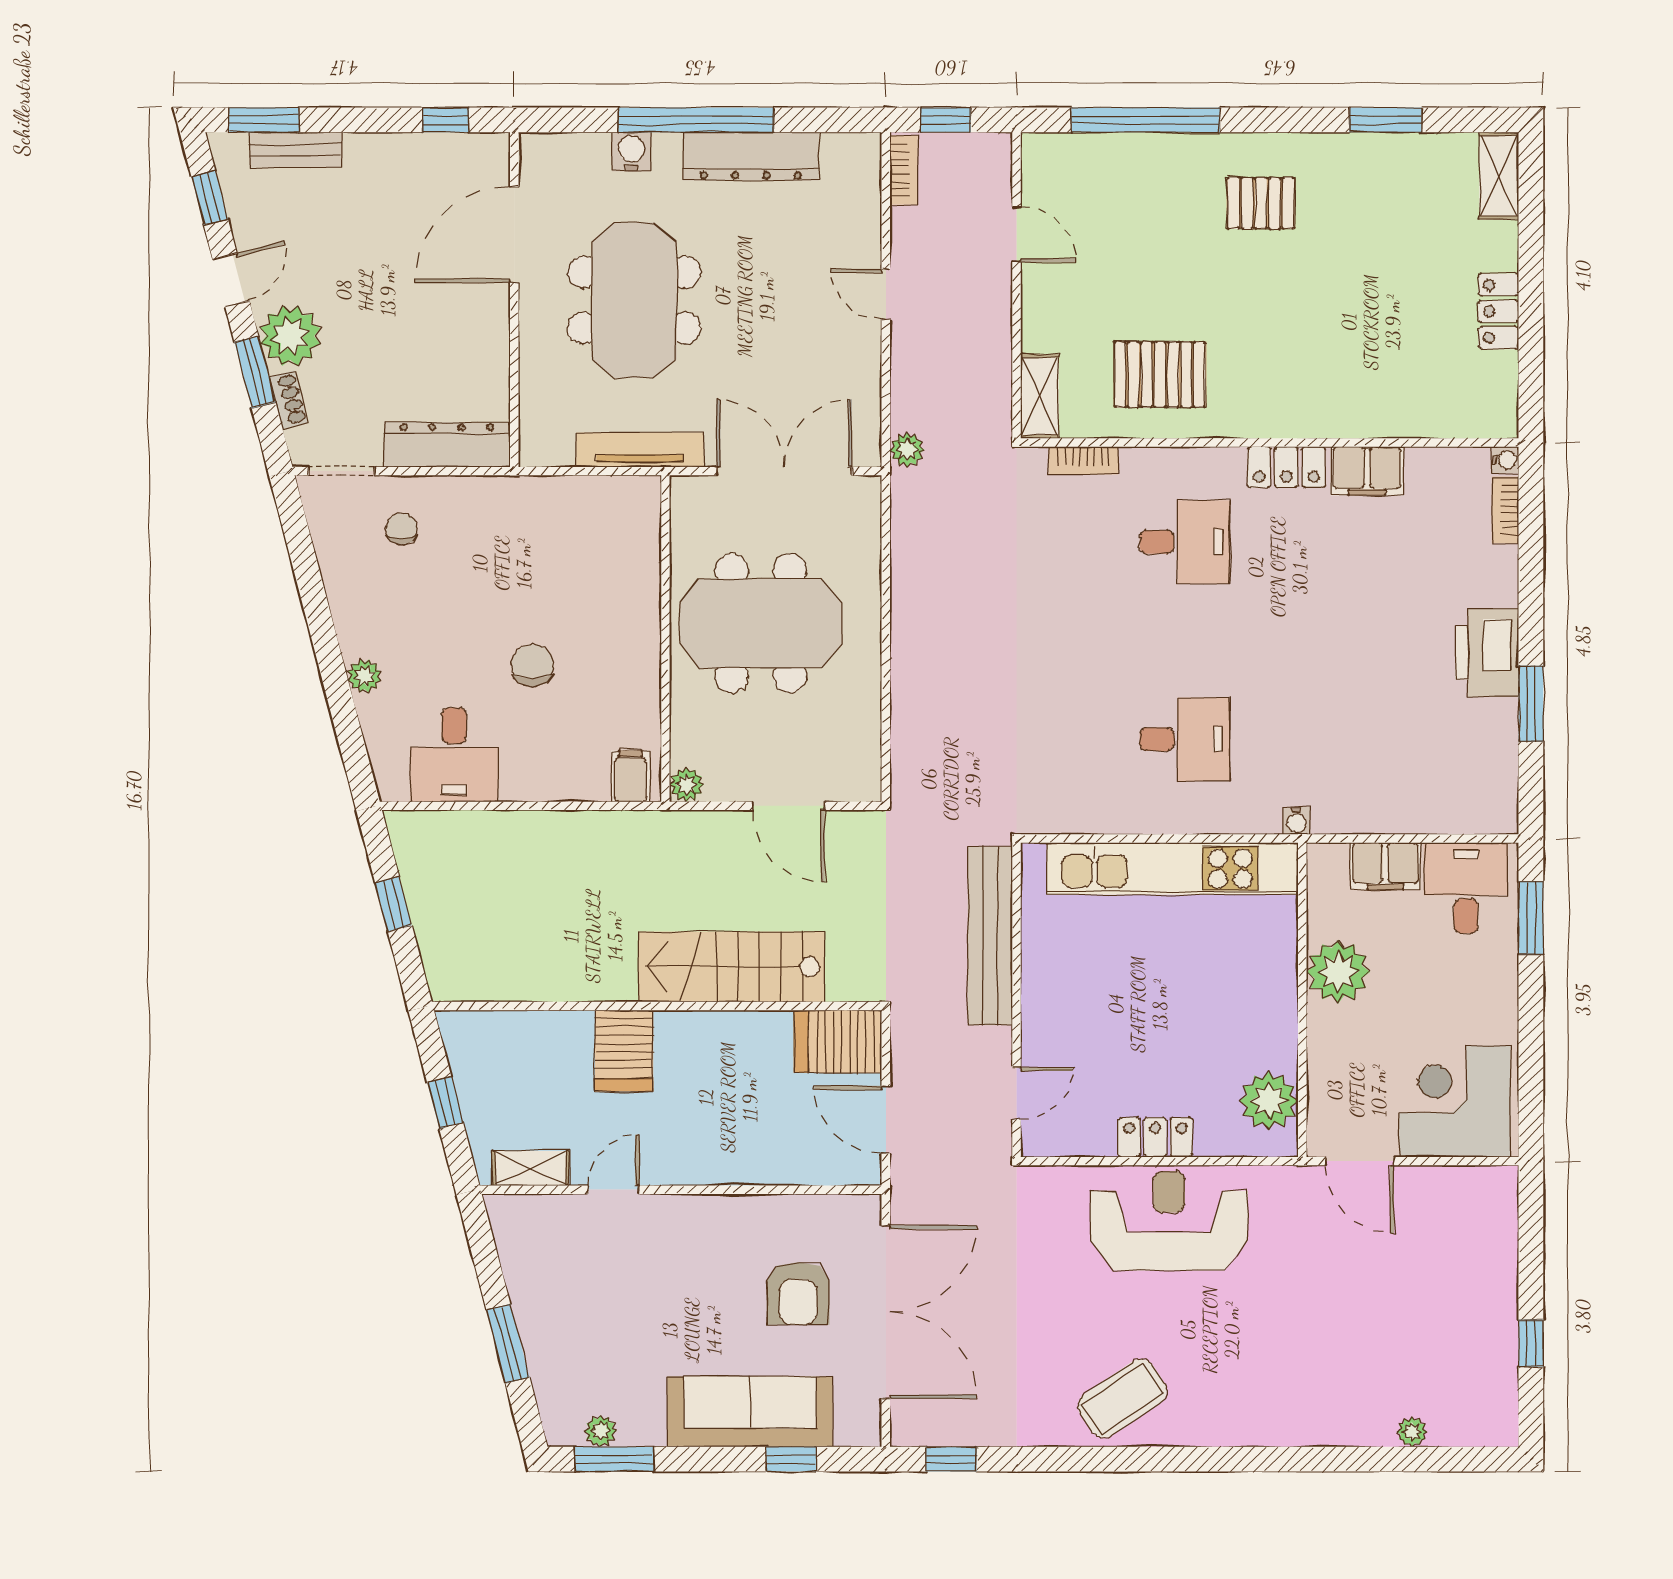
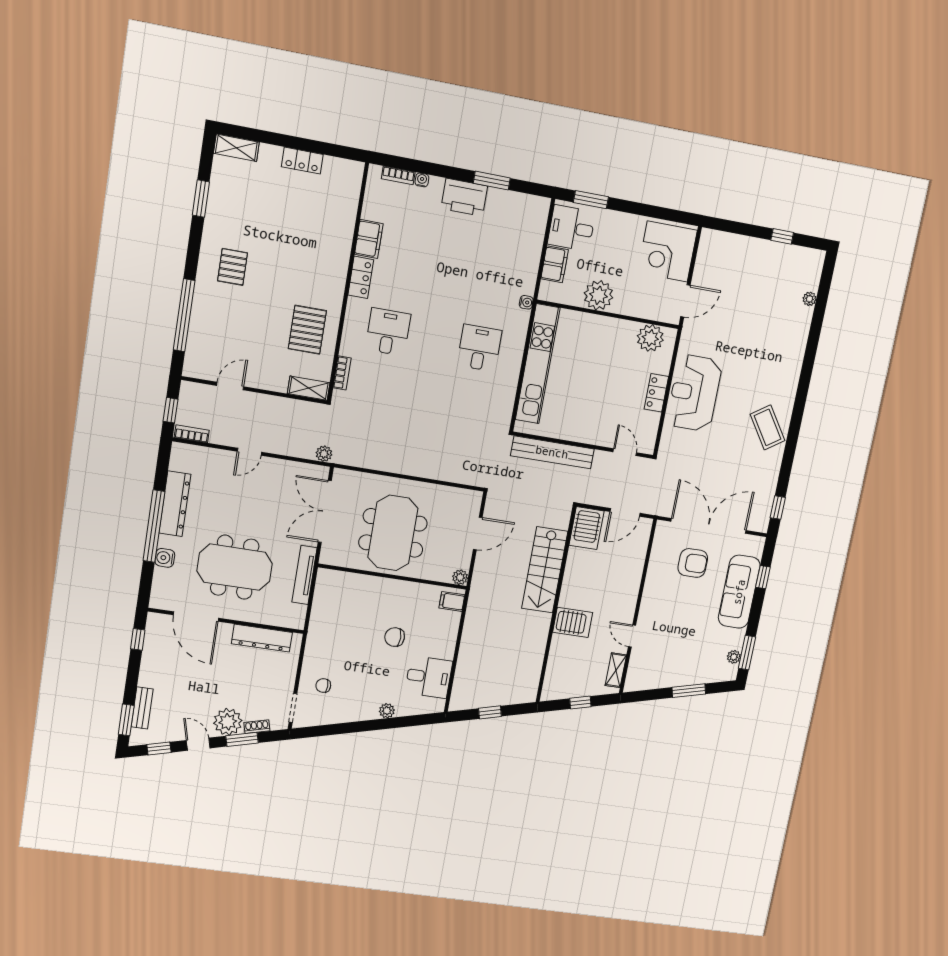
dresser: (447, 445) -> (262, 638), moved, turned -90
water cooler: (1505, 460) -> (422, 180), moved

